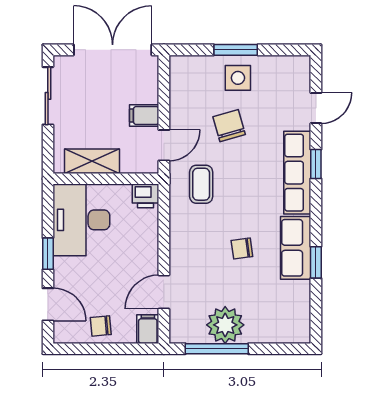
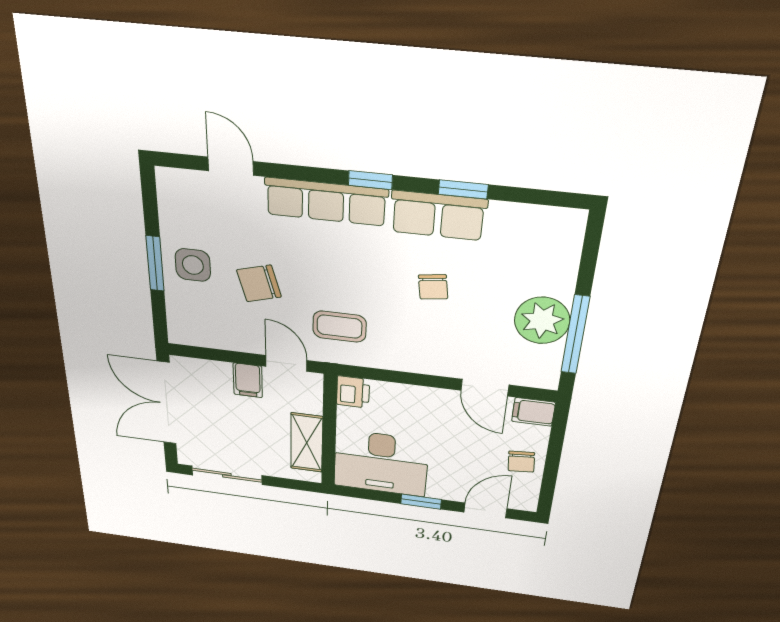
window: (316, 164) -> (370, 180), moved

